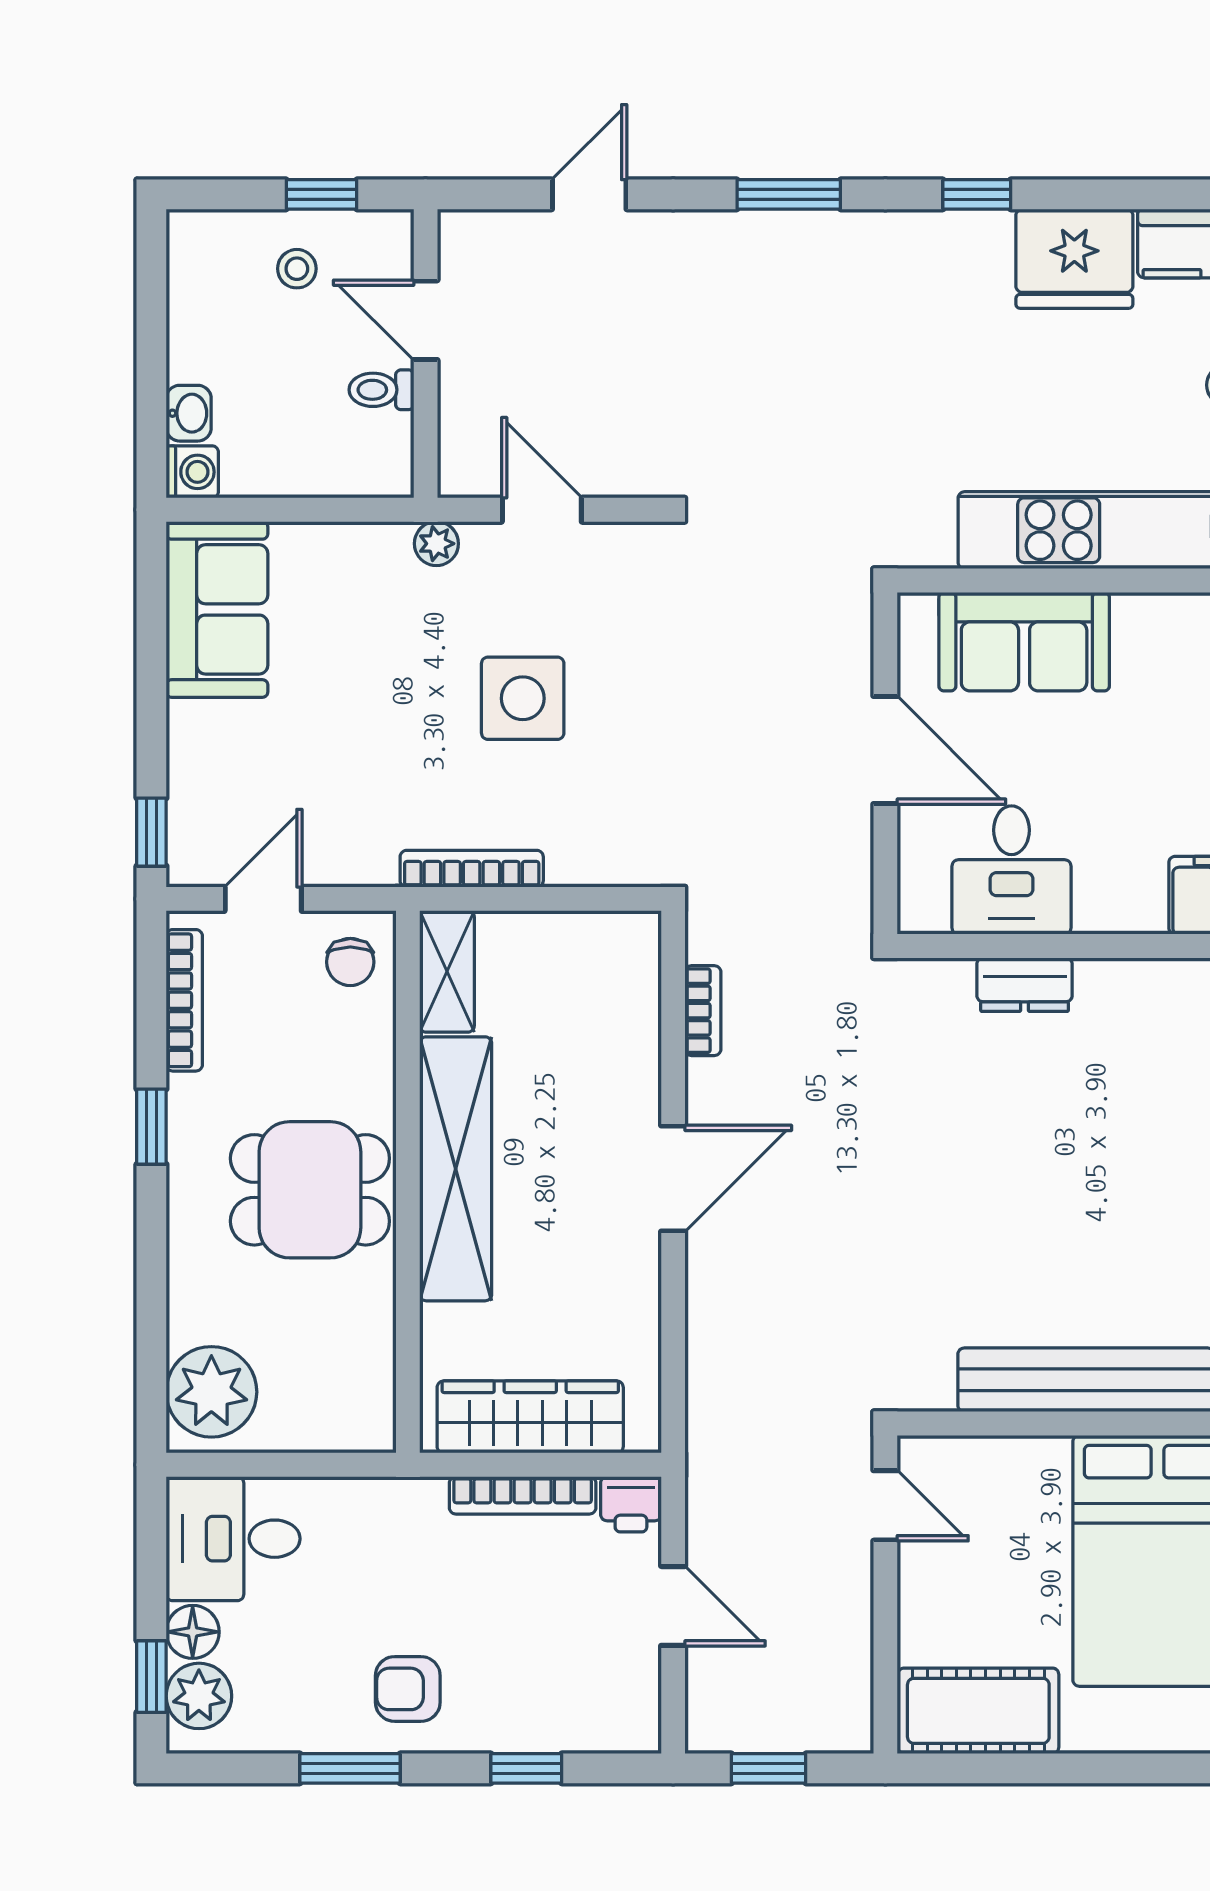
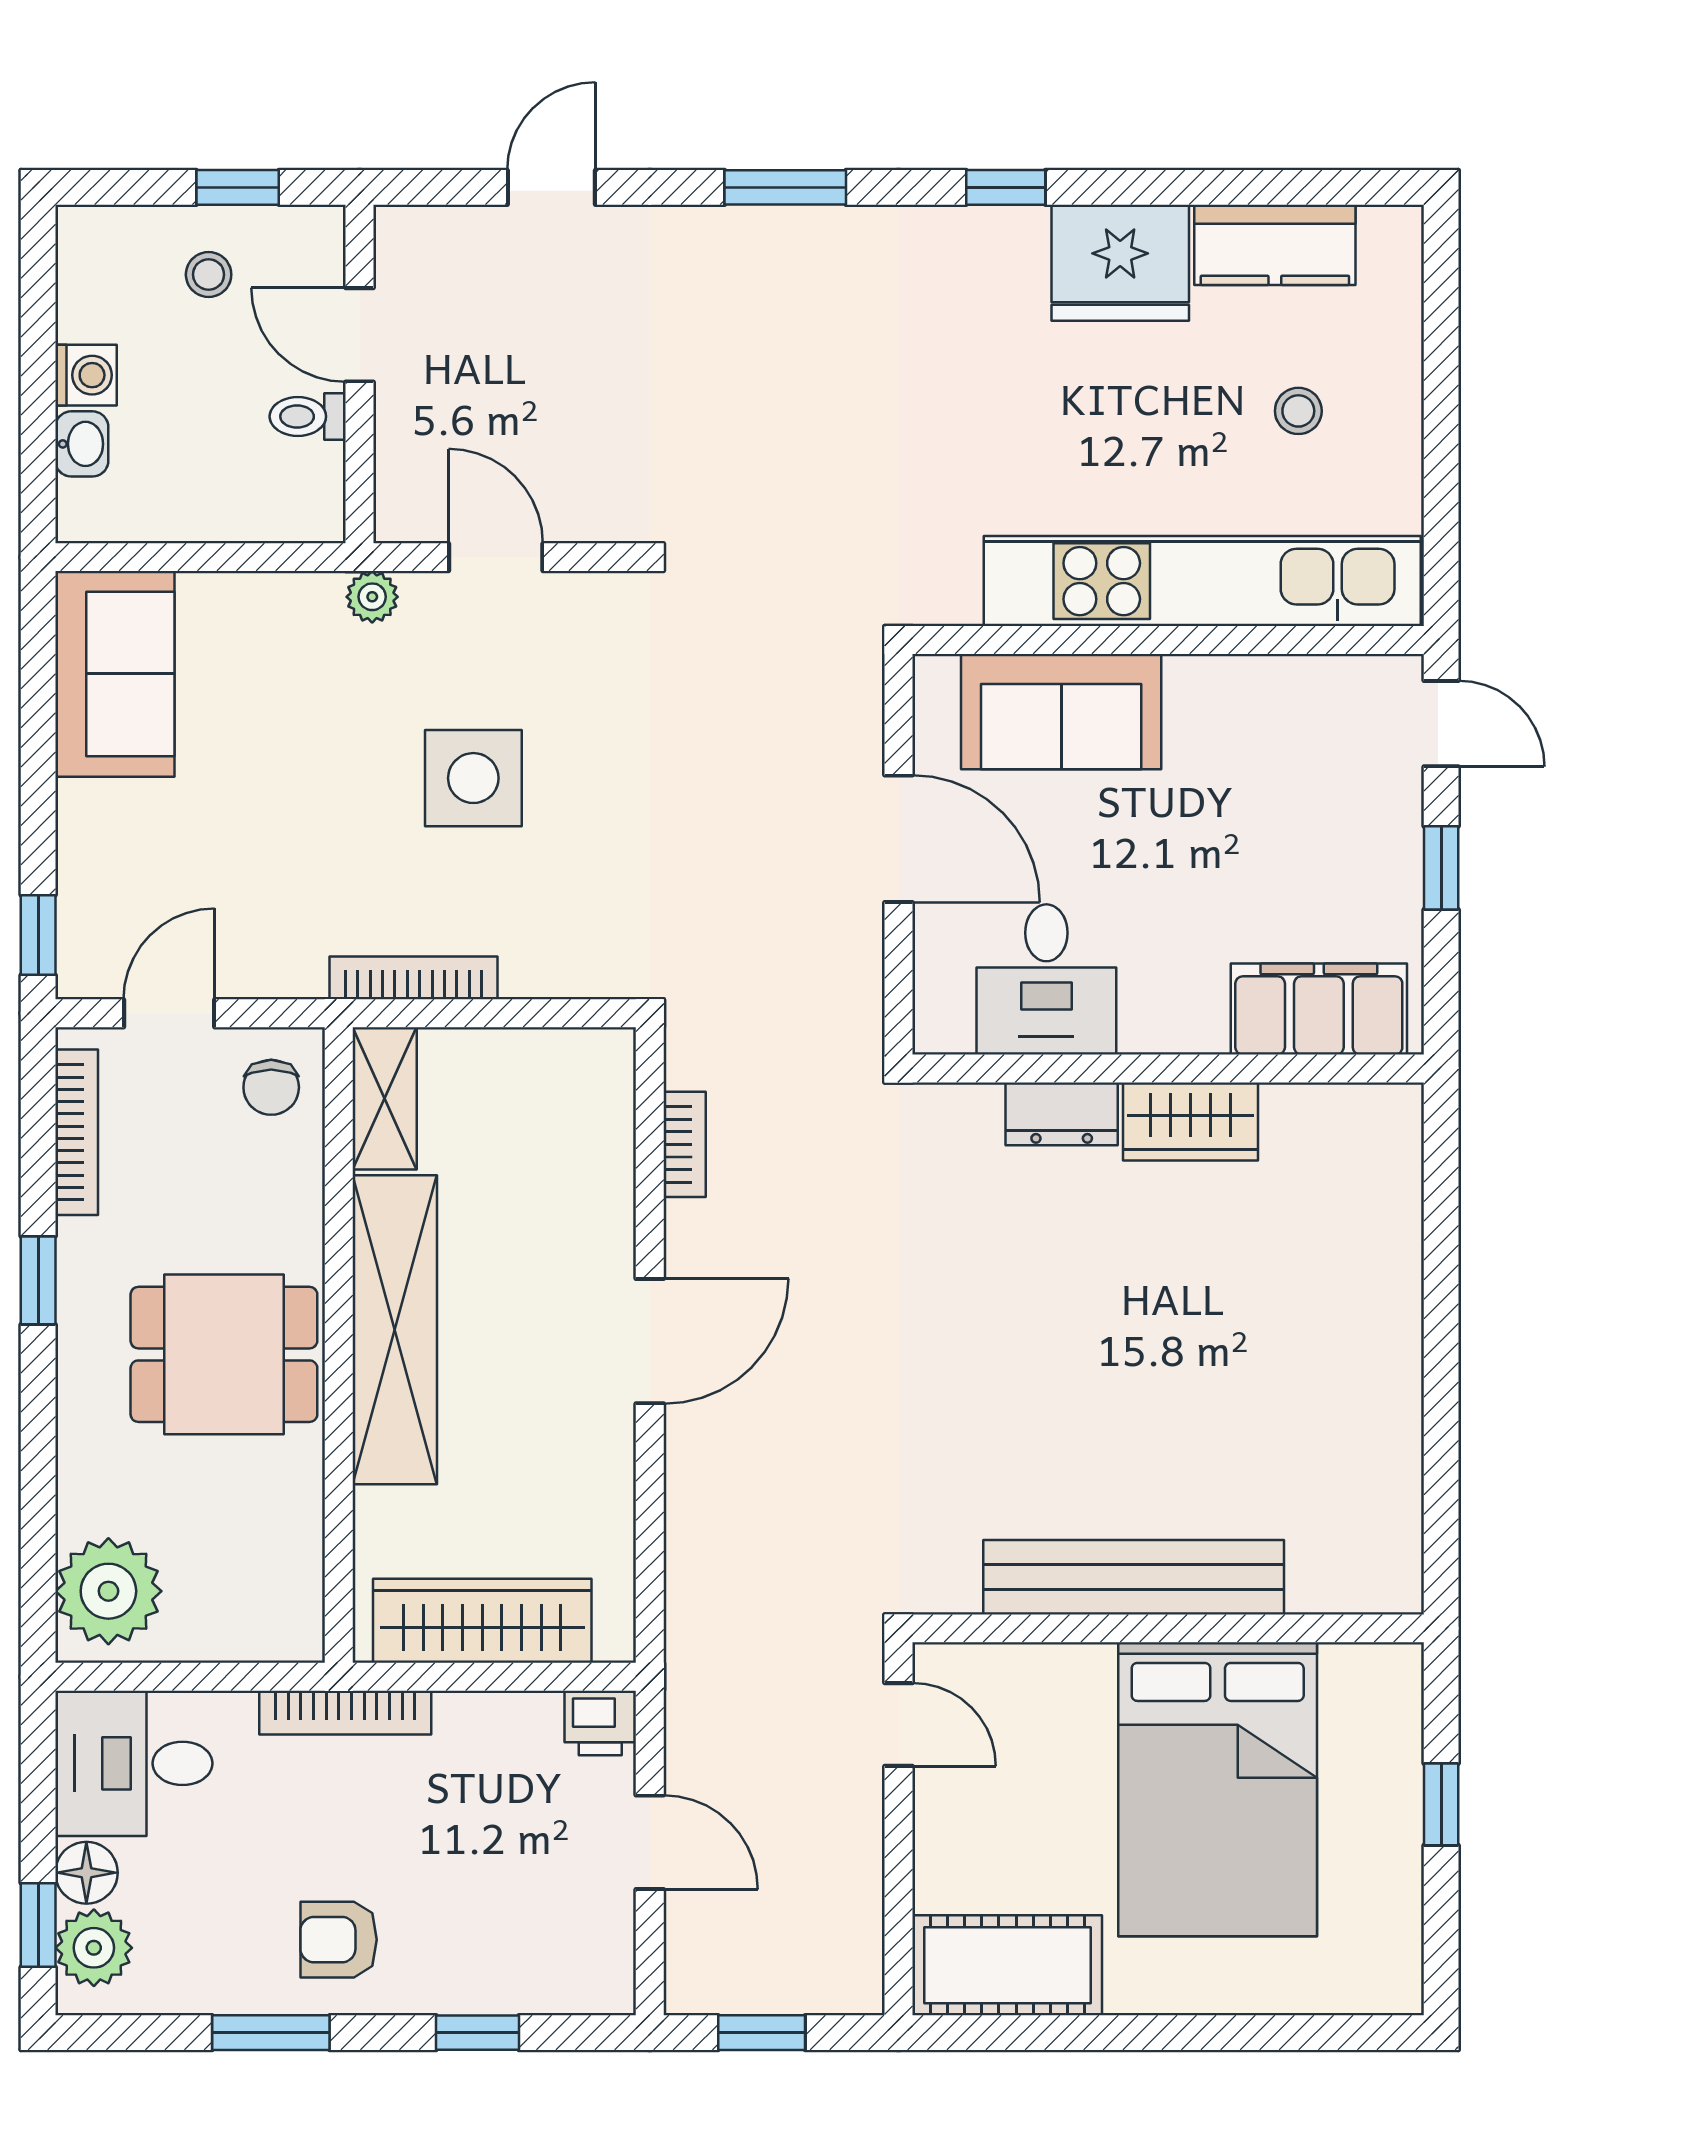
washing machine: (192, 472) -> (86, 375), moved
wardrobe: (1134, 991) -> (1191, 1121), added
bookcase: (523, 1495) -> (345, 1713), moved

